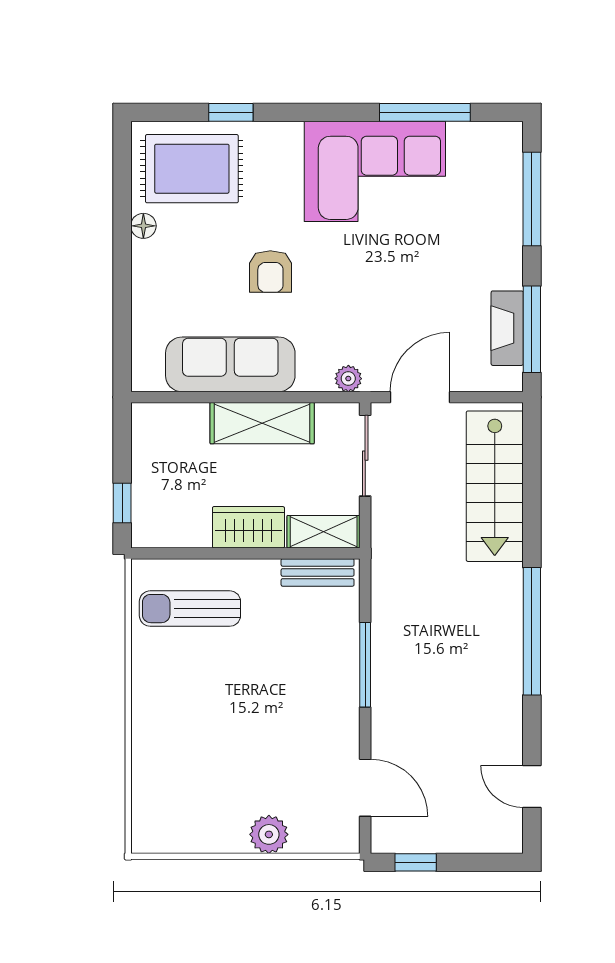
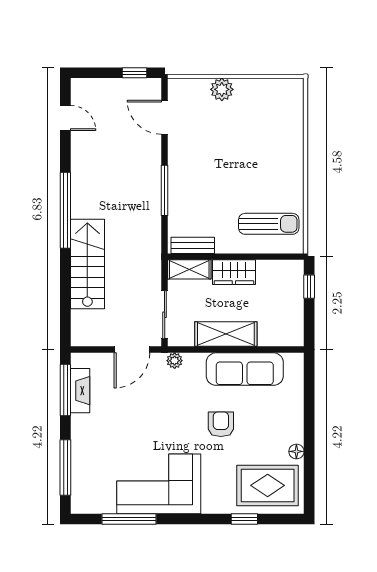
stairs: (495, 486) -> (87, 264), moved

